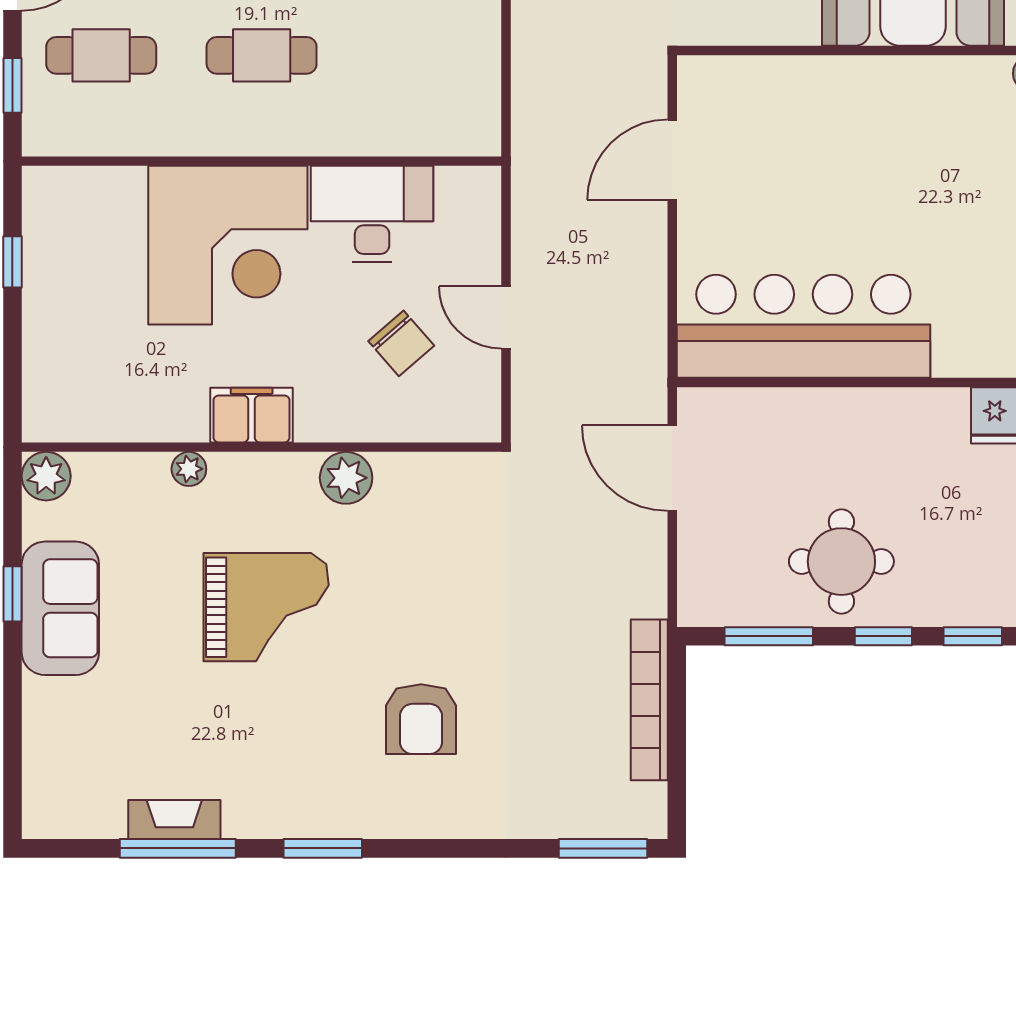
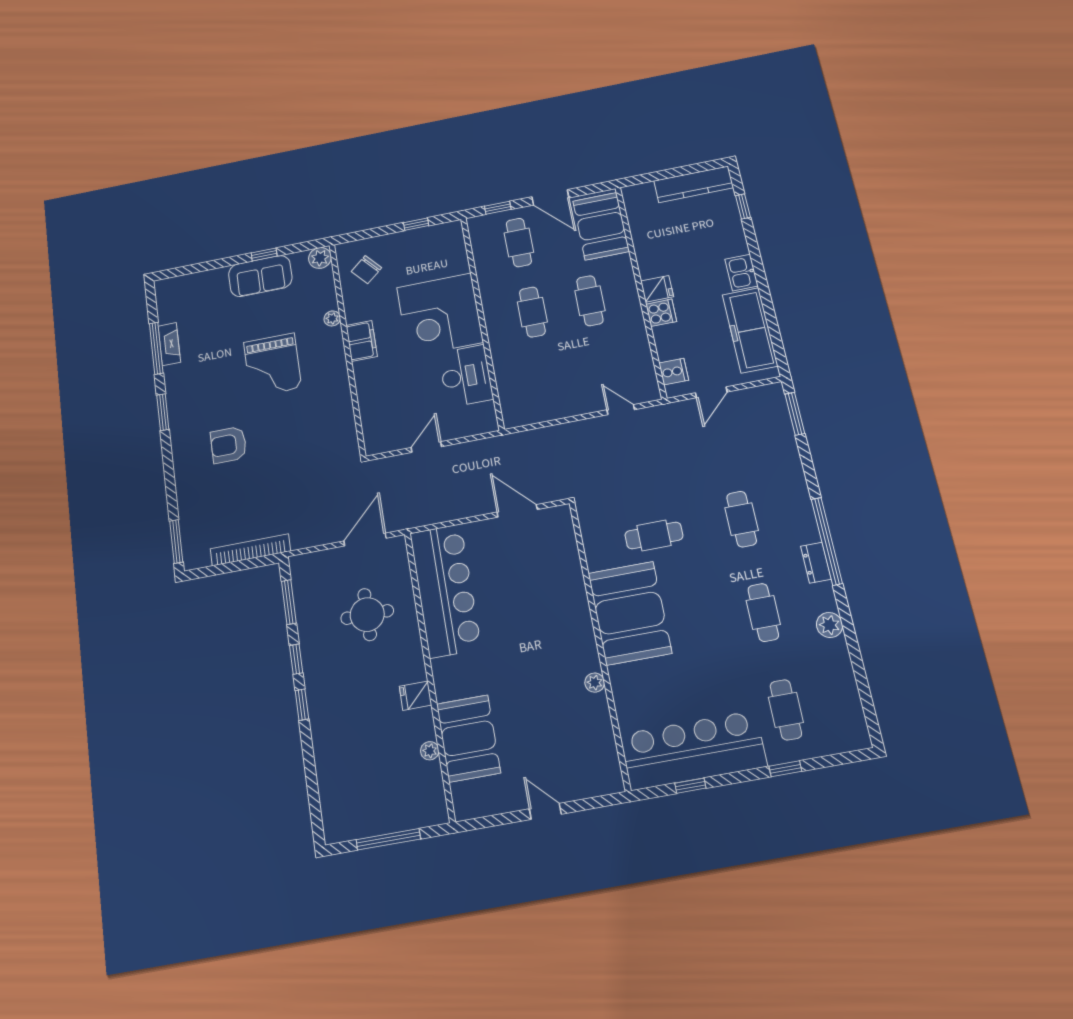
chair: (401, 343) -> (366, 270), moved
plant: (346, 478) -> (338, 389), removed
round table: (841, 562) -> (367, 615), moved

